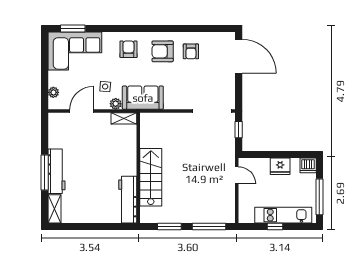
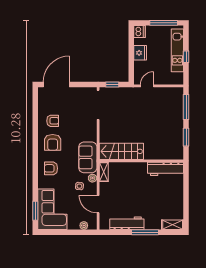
workbench: (56, 171) -> (127, 223), moved
stairs: (151, 177) -> (121, 151), moved

